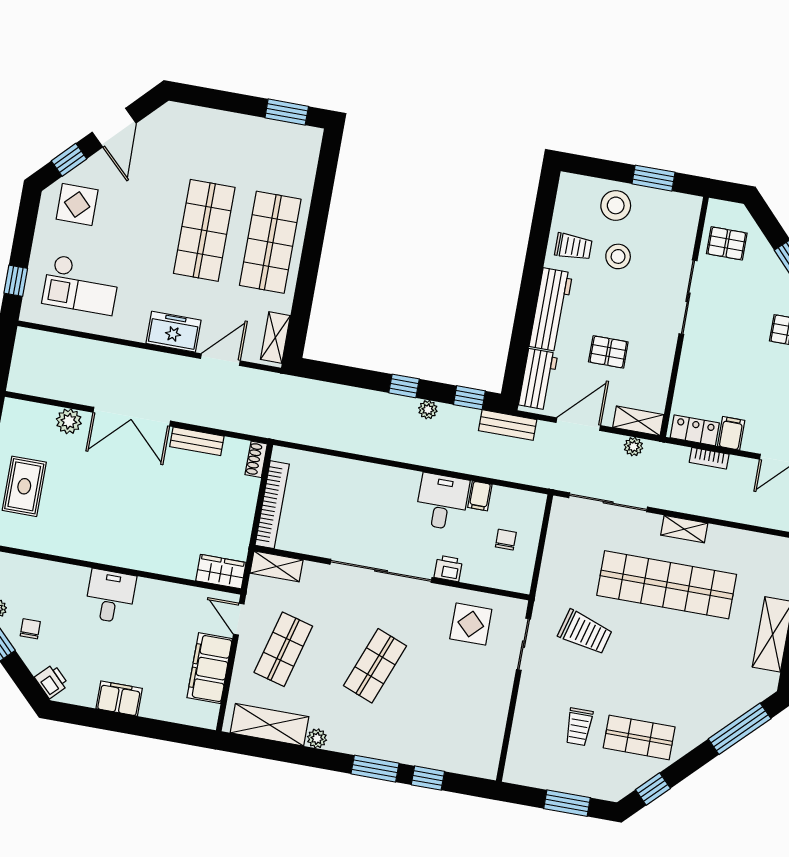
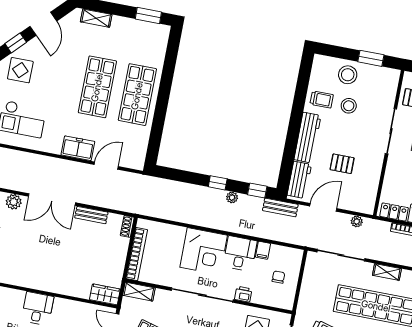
shelving: (275, 338) -> (96, 18), moved, turned 90
shelving: (638, 421) -> (360, 206), removed
corner desk: (382, 499) -> (204, 251), added

